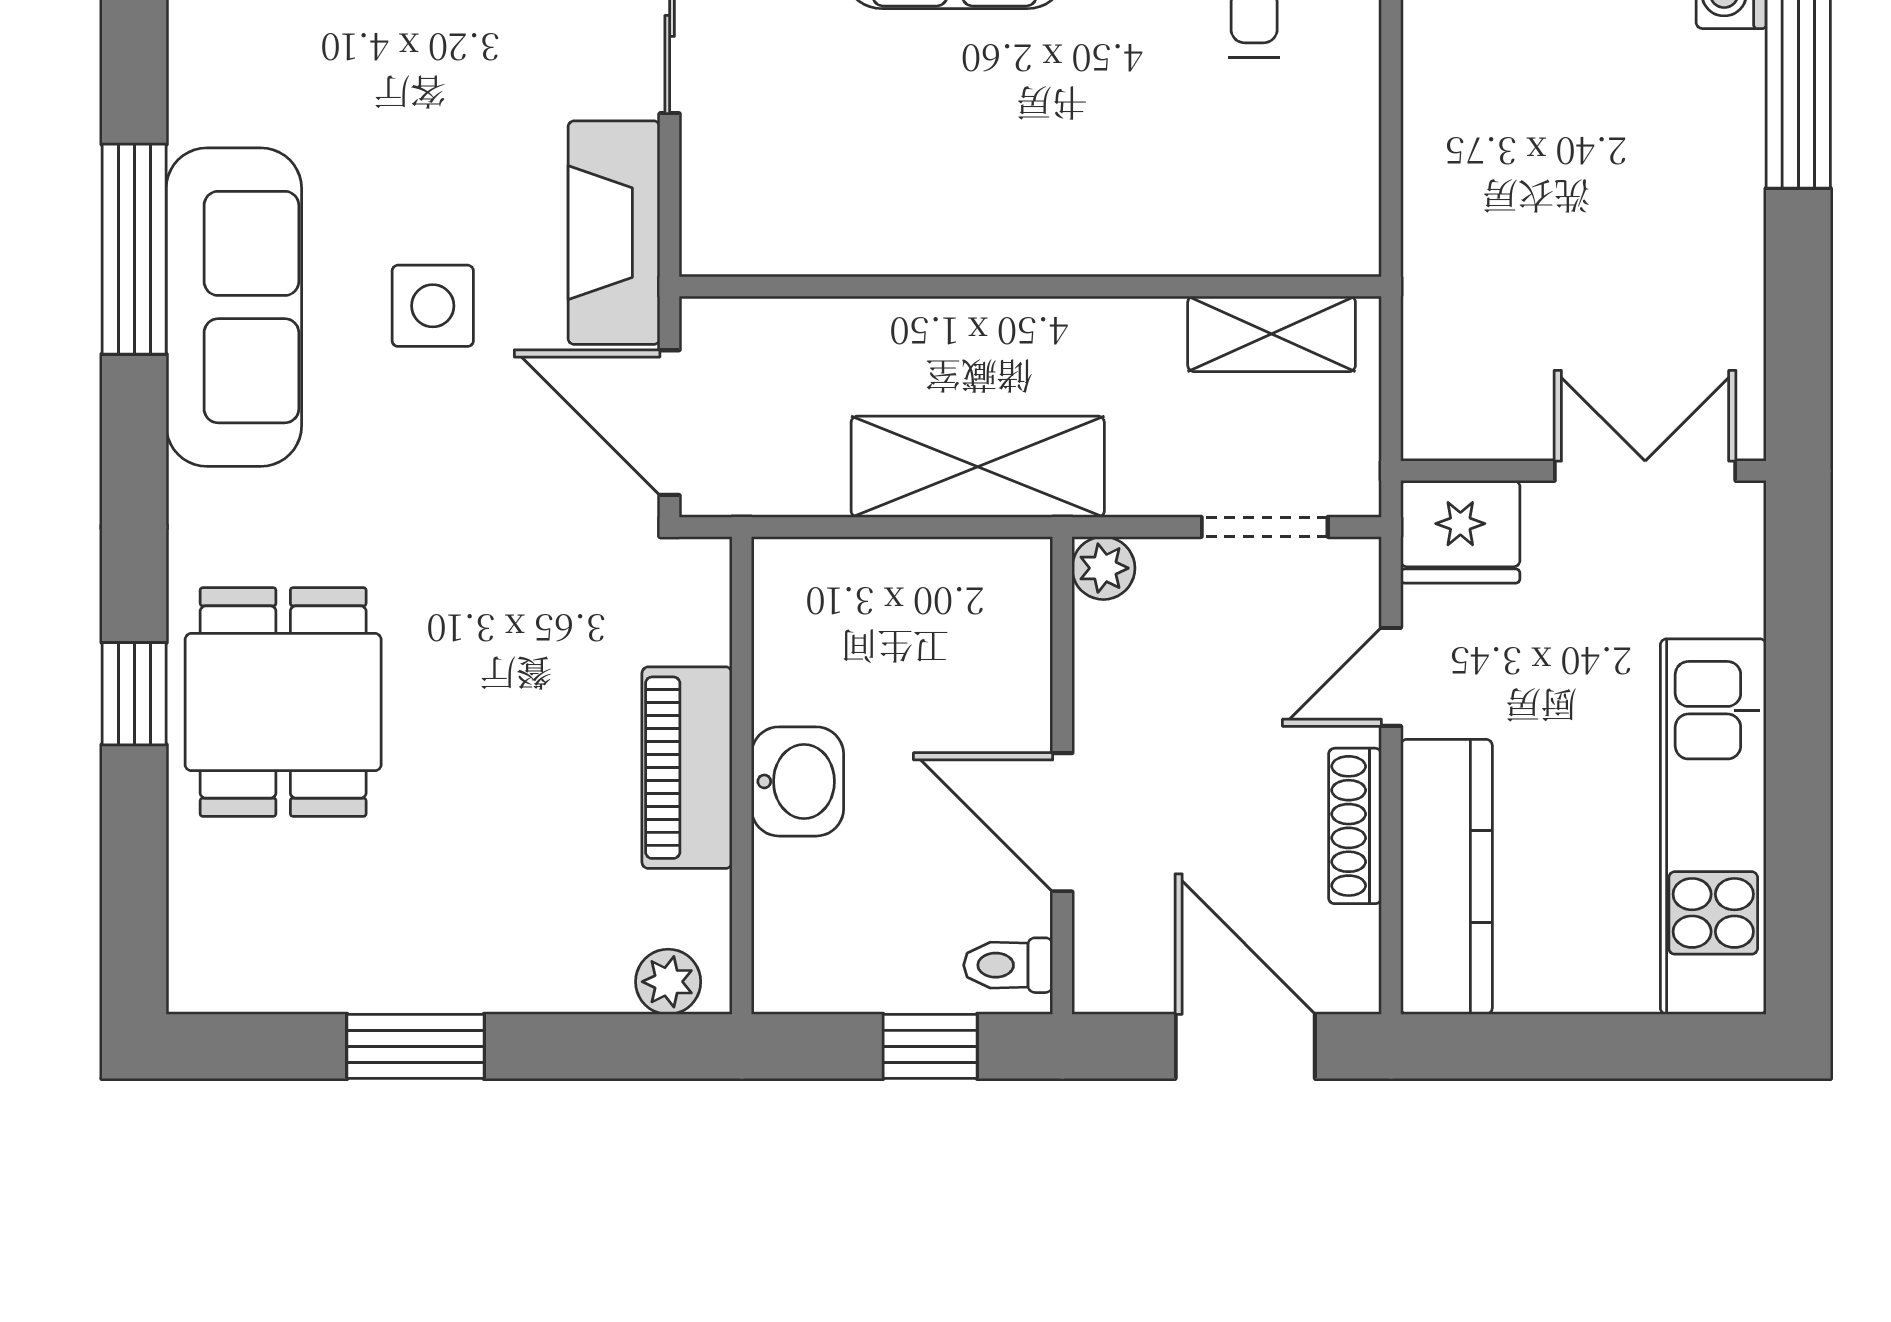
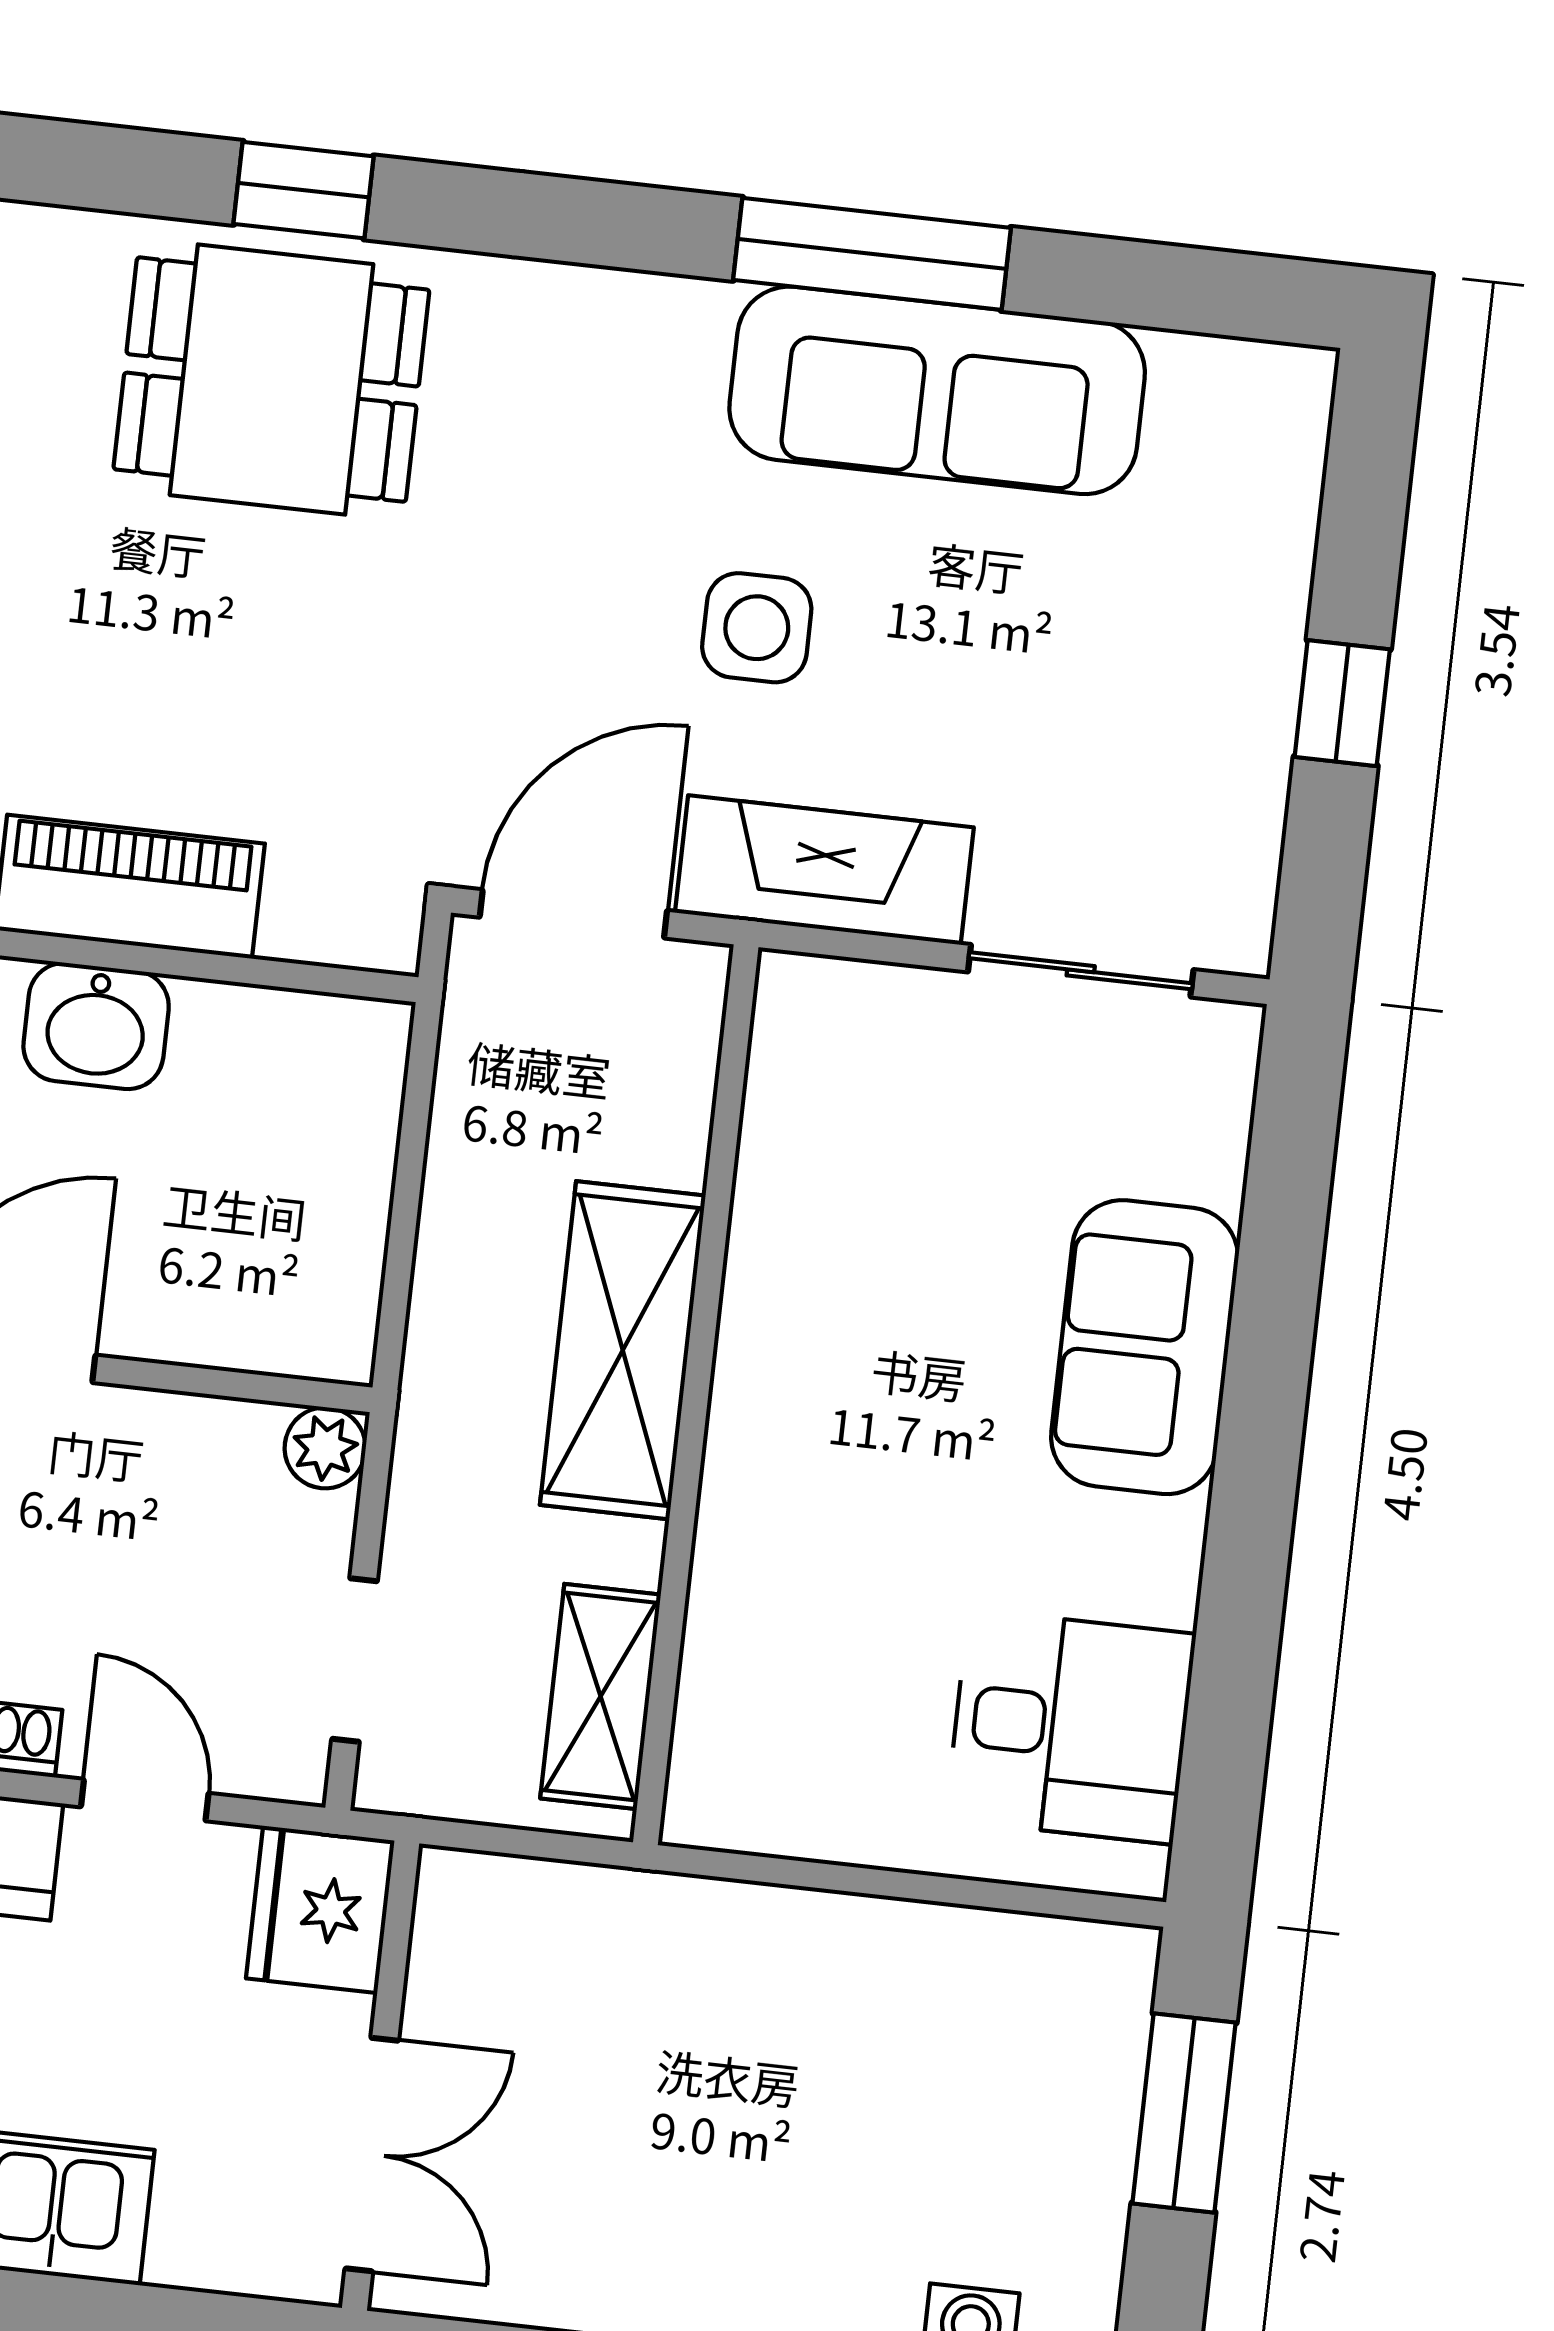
sofa: (234, 307) -> (937, 390), moved
shelving: (978, 467) -> (623, 1350), moved

